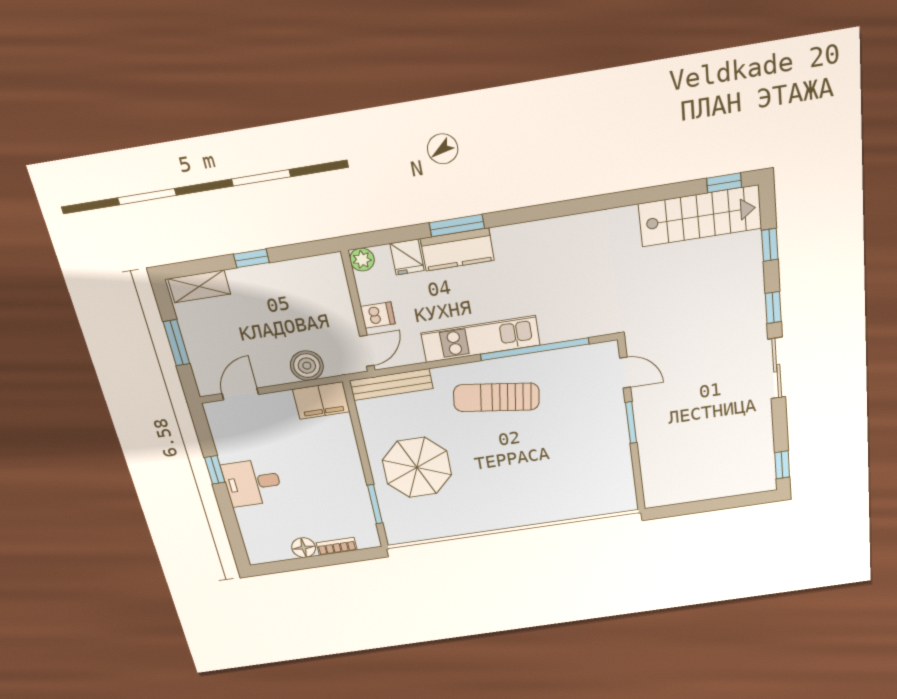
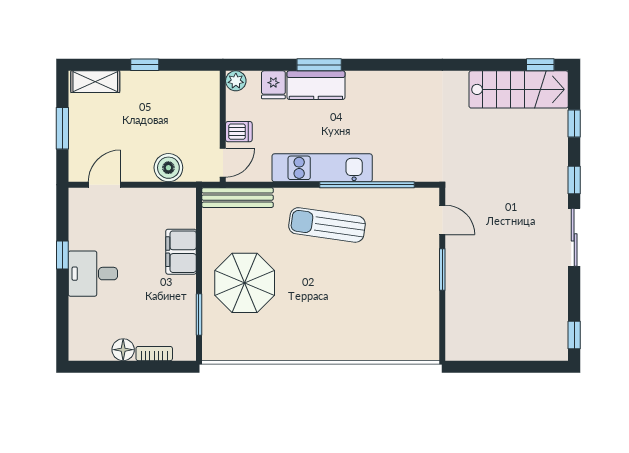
filing cabinet: (321, 401) -> (181, 252), moved, turned 90

